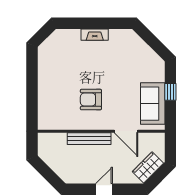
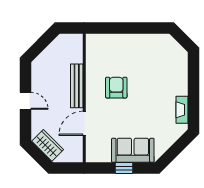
fireplace: (95, 35) -> (182, 110), moved
sofa: (153, 104) -> (133, 150), moved

